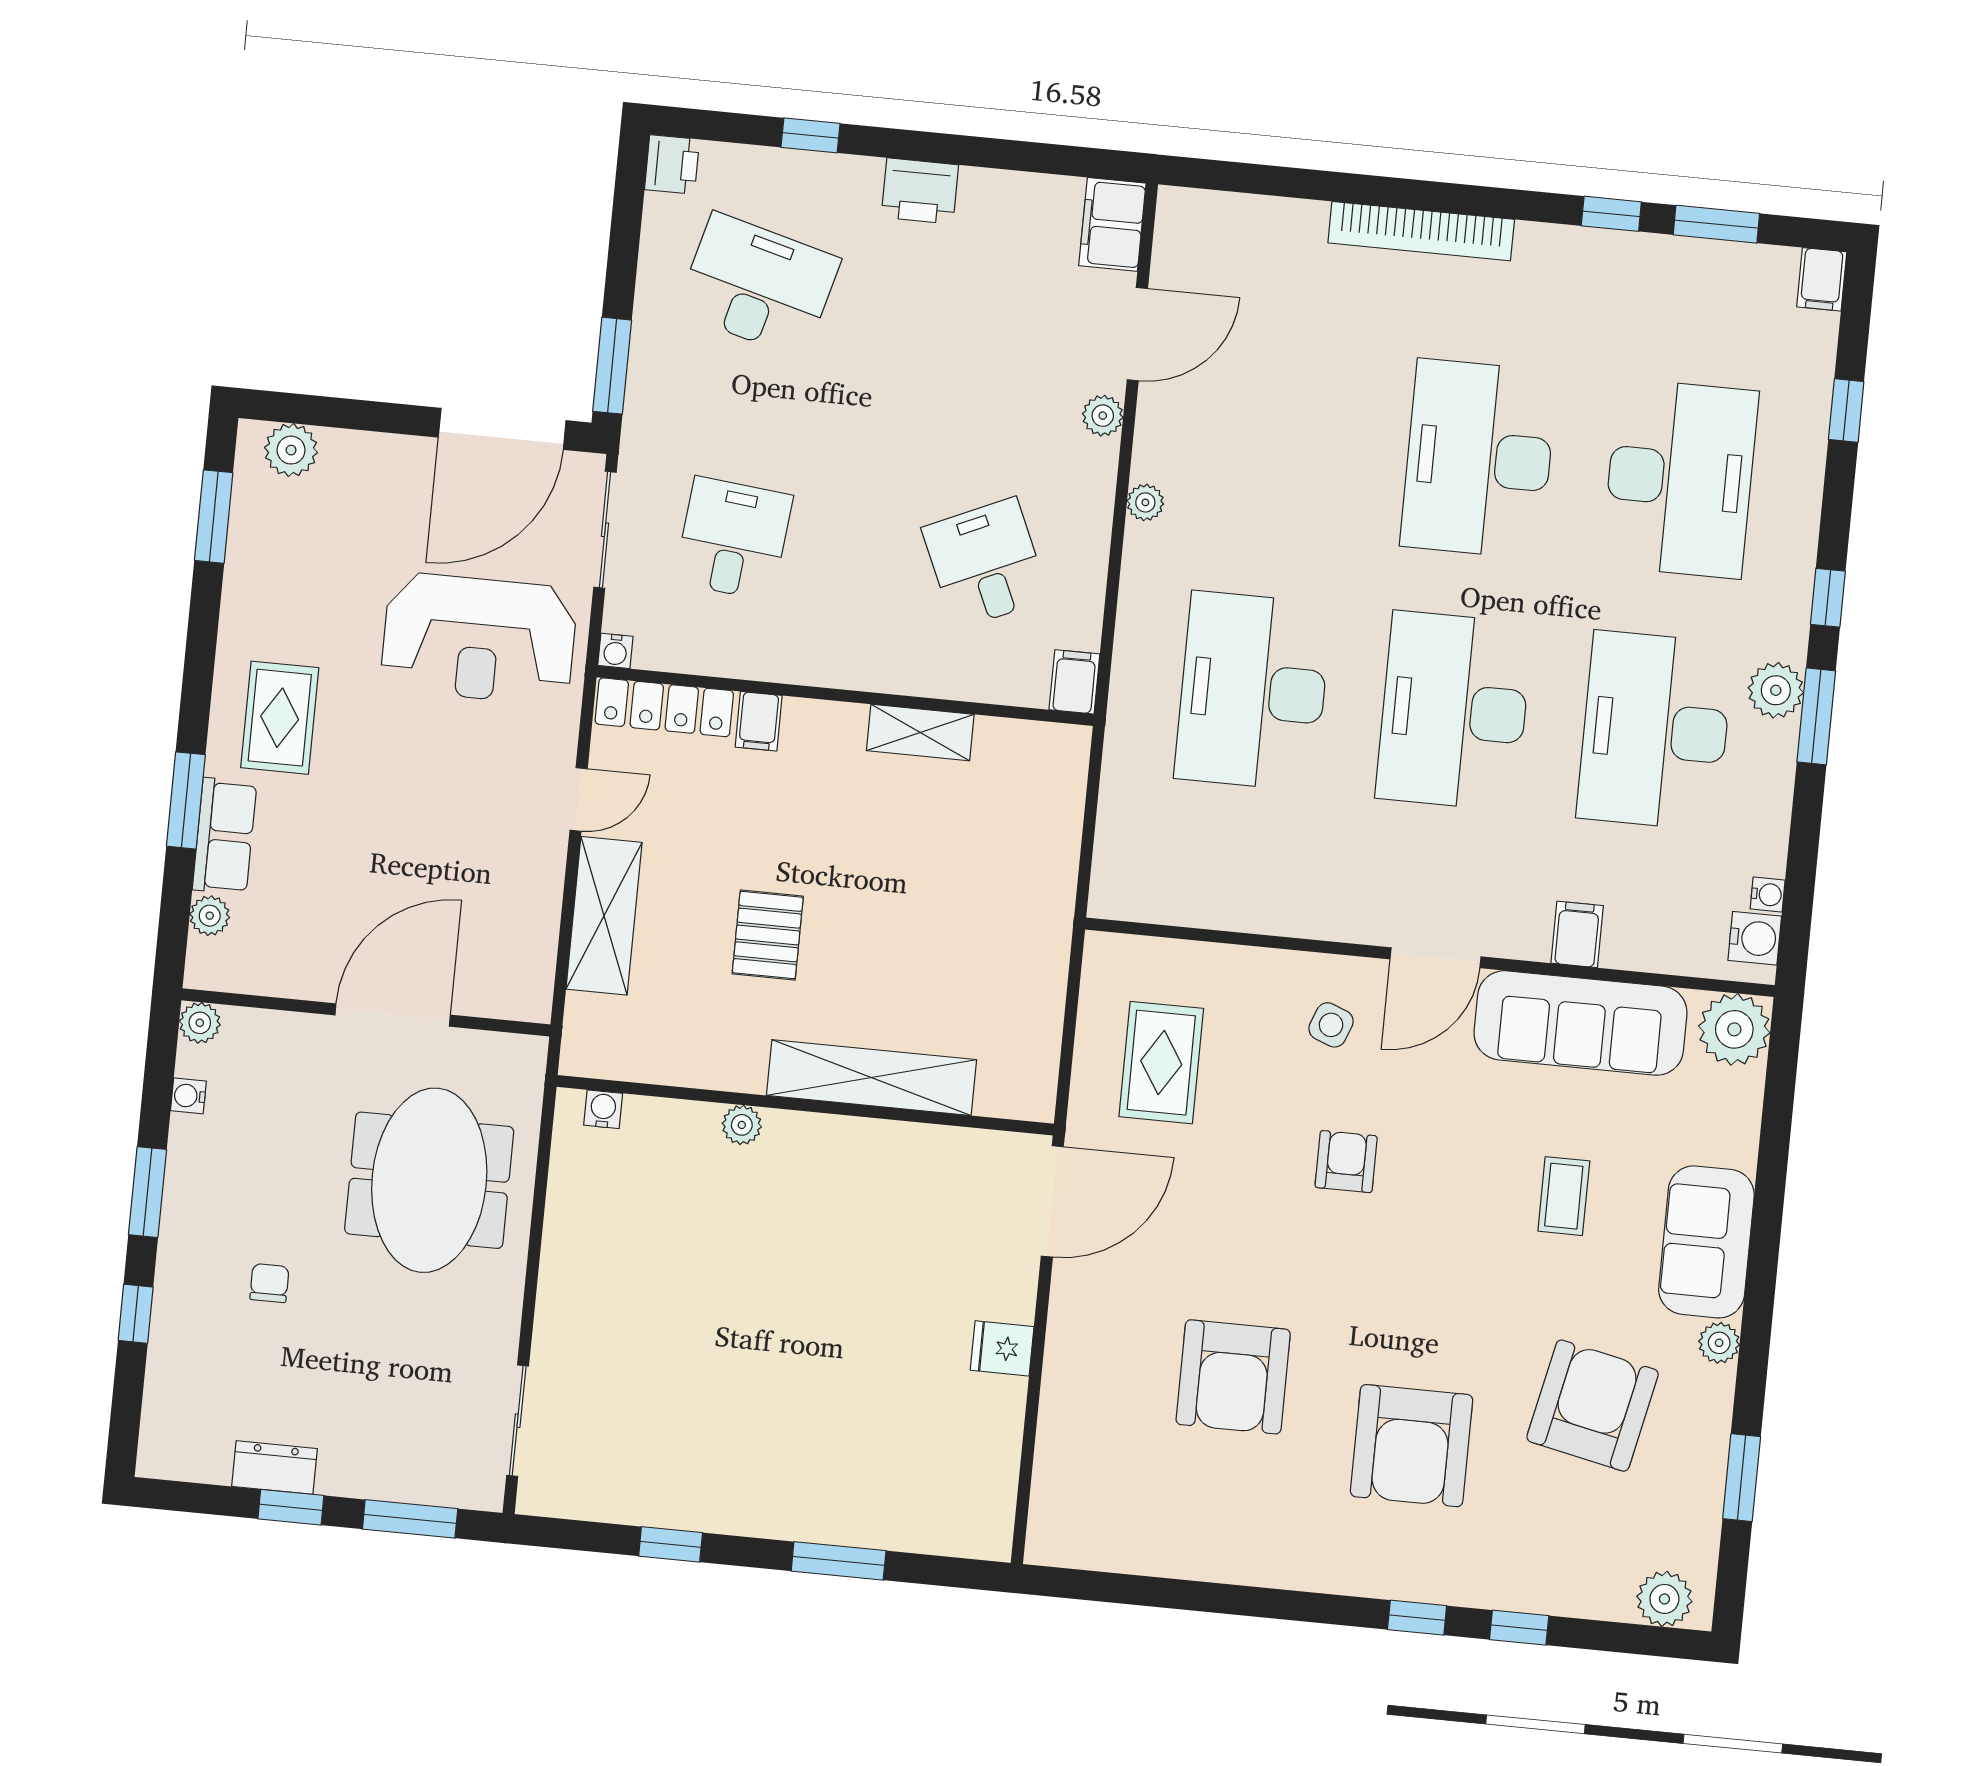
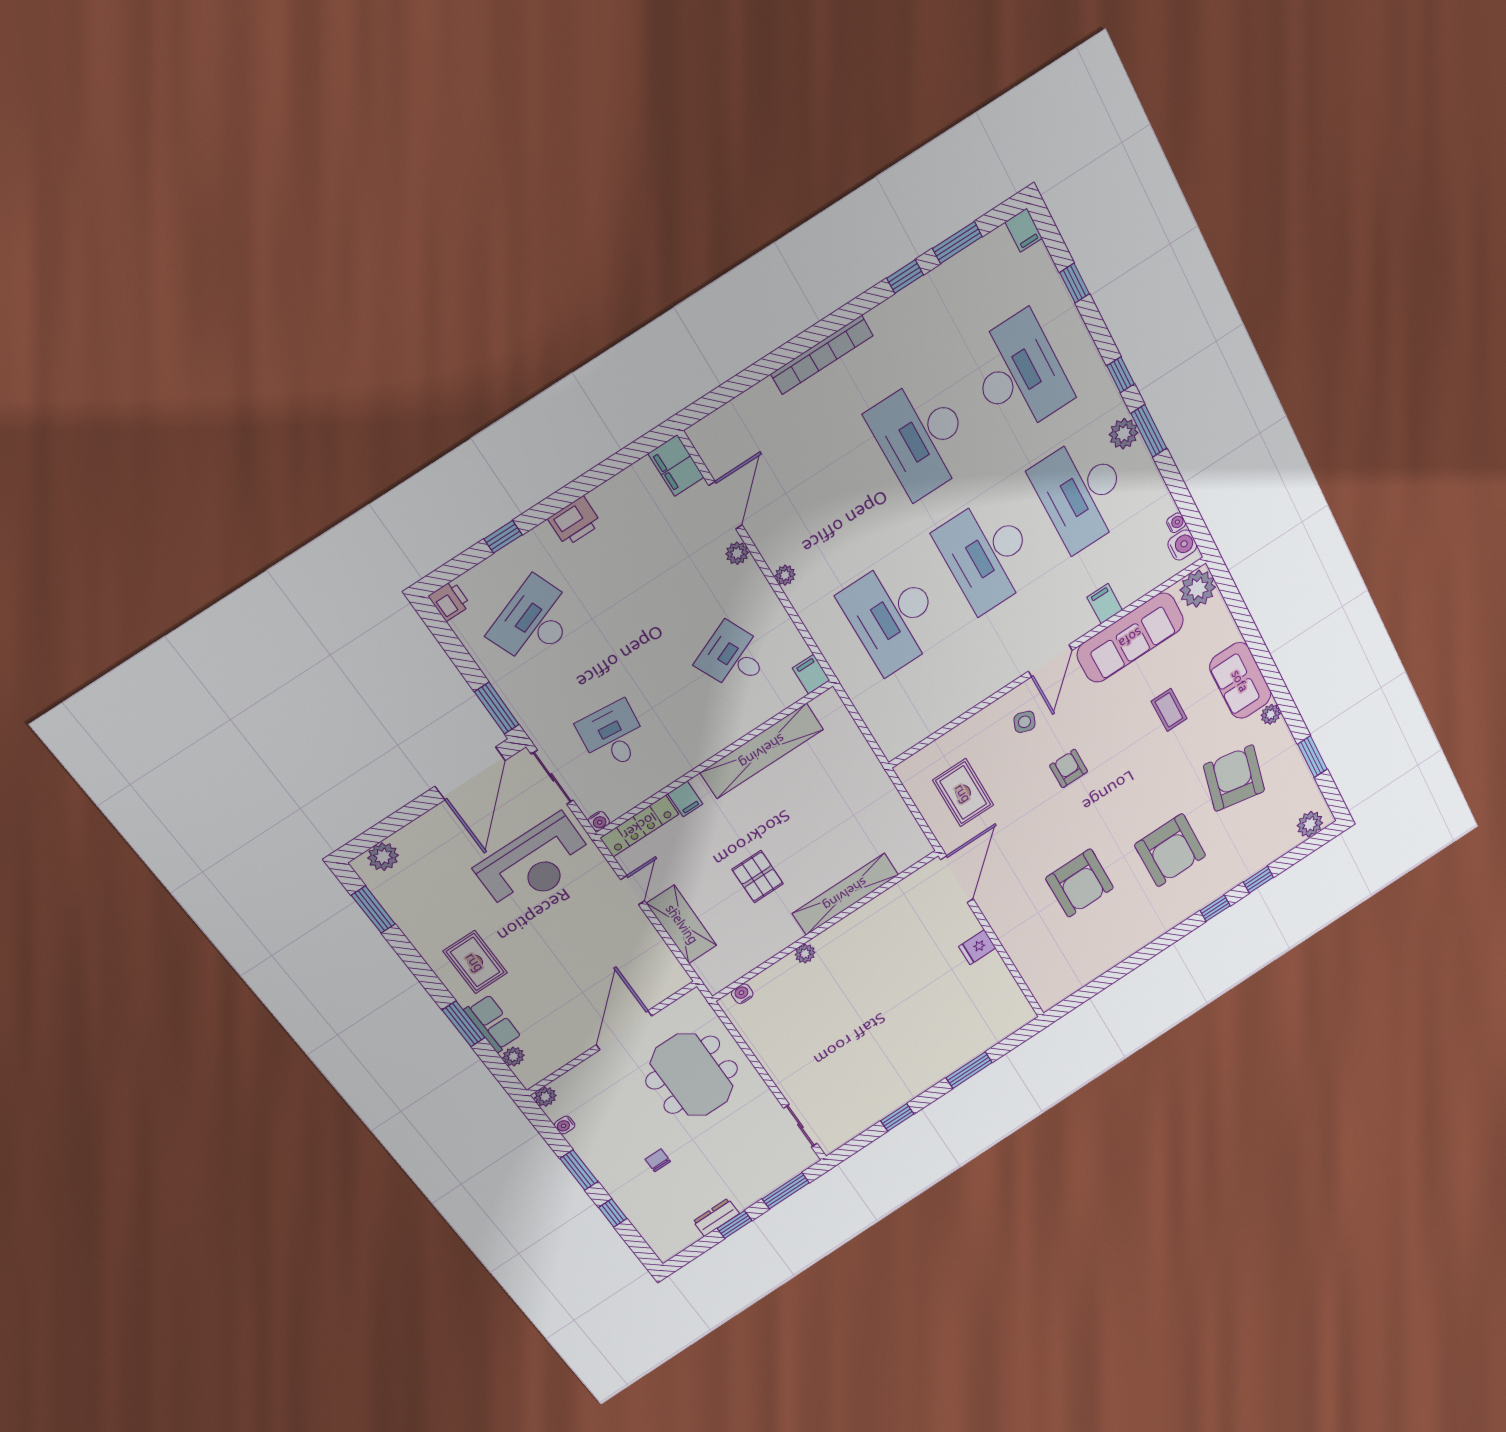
desk: (758, 285) -> (534, 622), turned -36
shelving: (920, 733) -> (762, 751), width x2.20, depth x1.33

